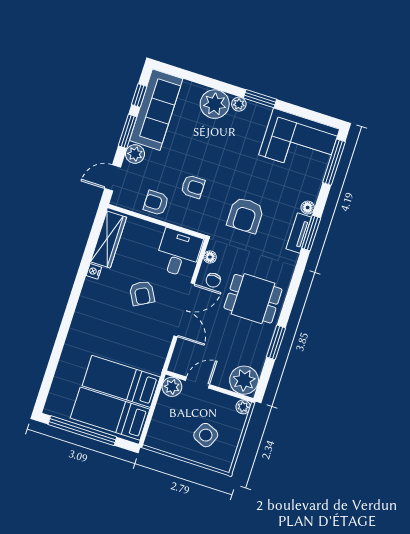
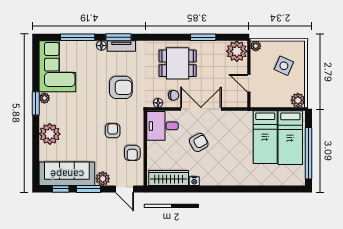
plant: (239, 104) -> (44, 98), moved
window: (334, 162) -> (78, 37), moved
dining table: (253, 299) -> (178, 63), turned 90
plant: (172, 387) -> (298, 100), moved

